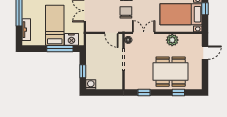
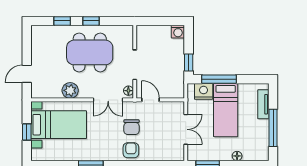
window: (83, 71) -> (189, 63), moved
dining table: (171, 72) -> (90, 52), moved
window: (144, 93) -> (91, 21), moved

